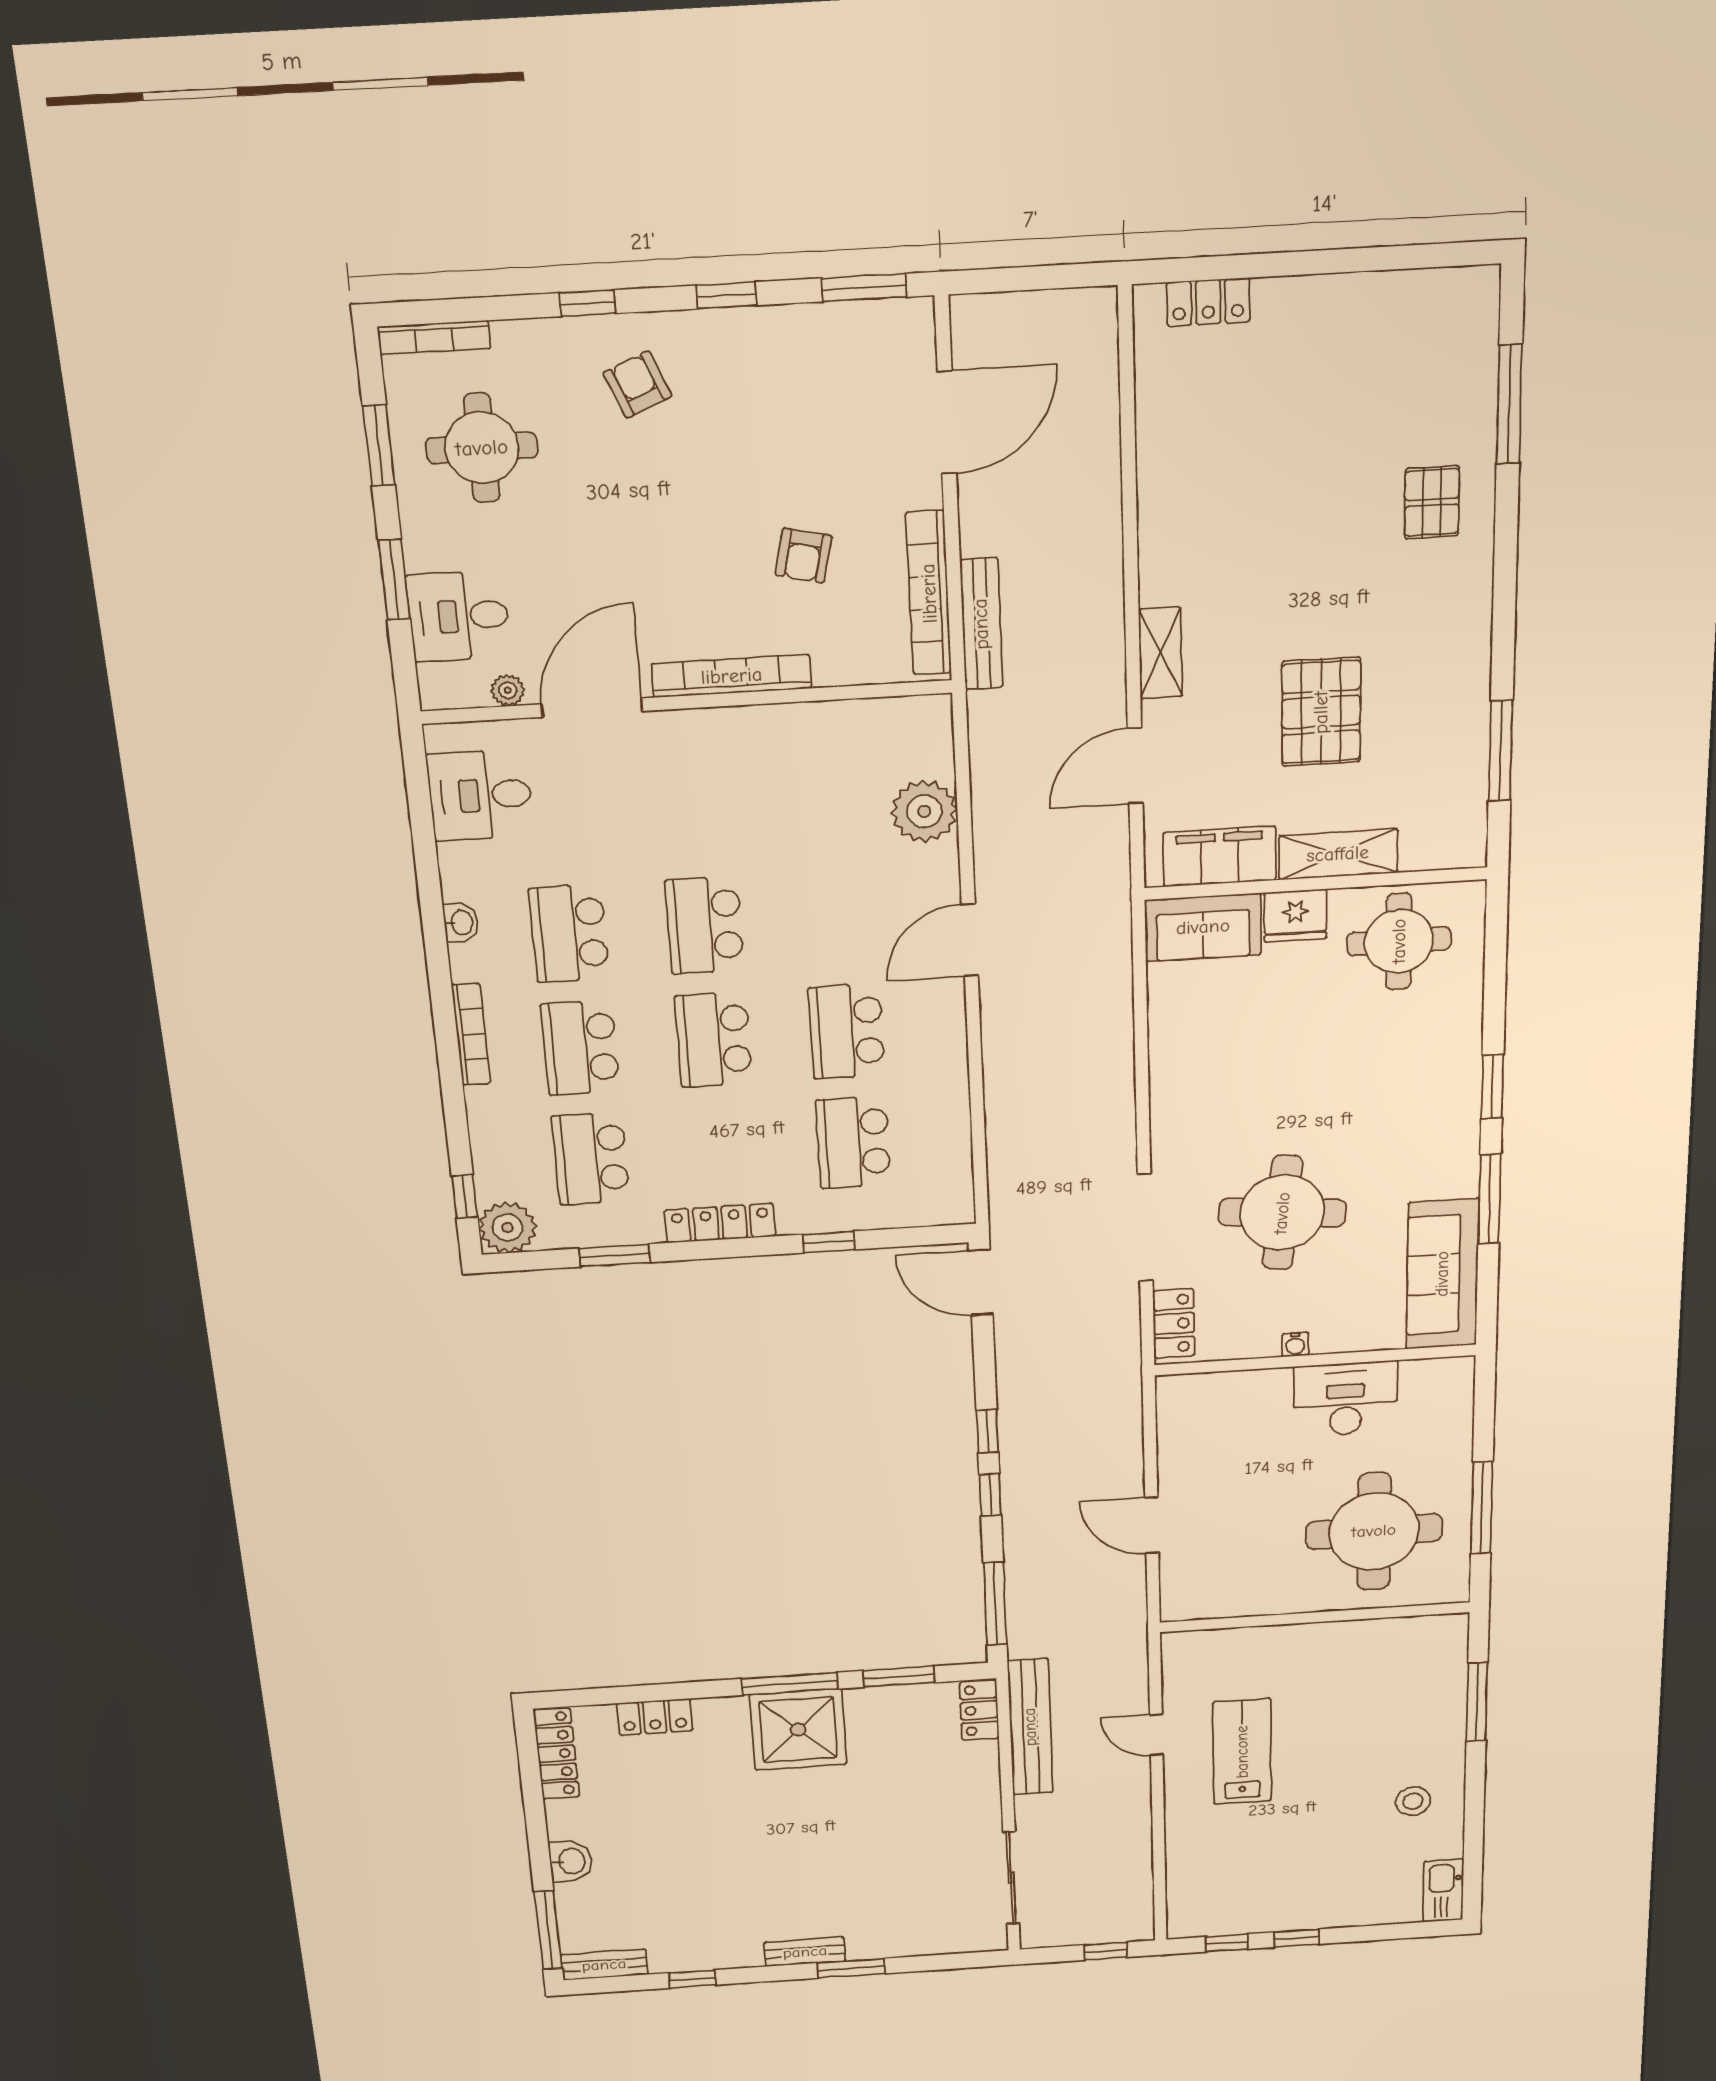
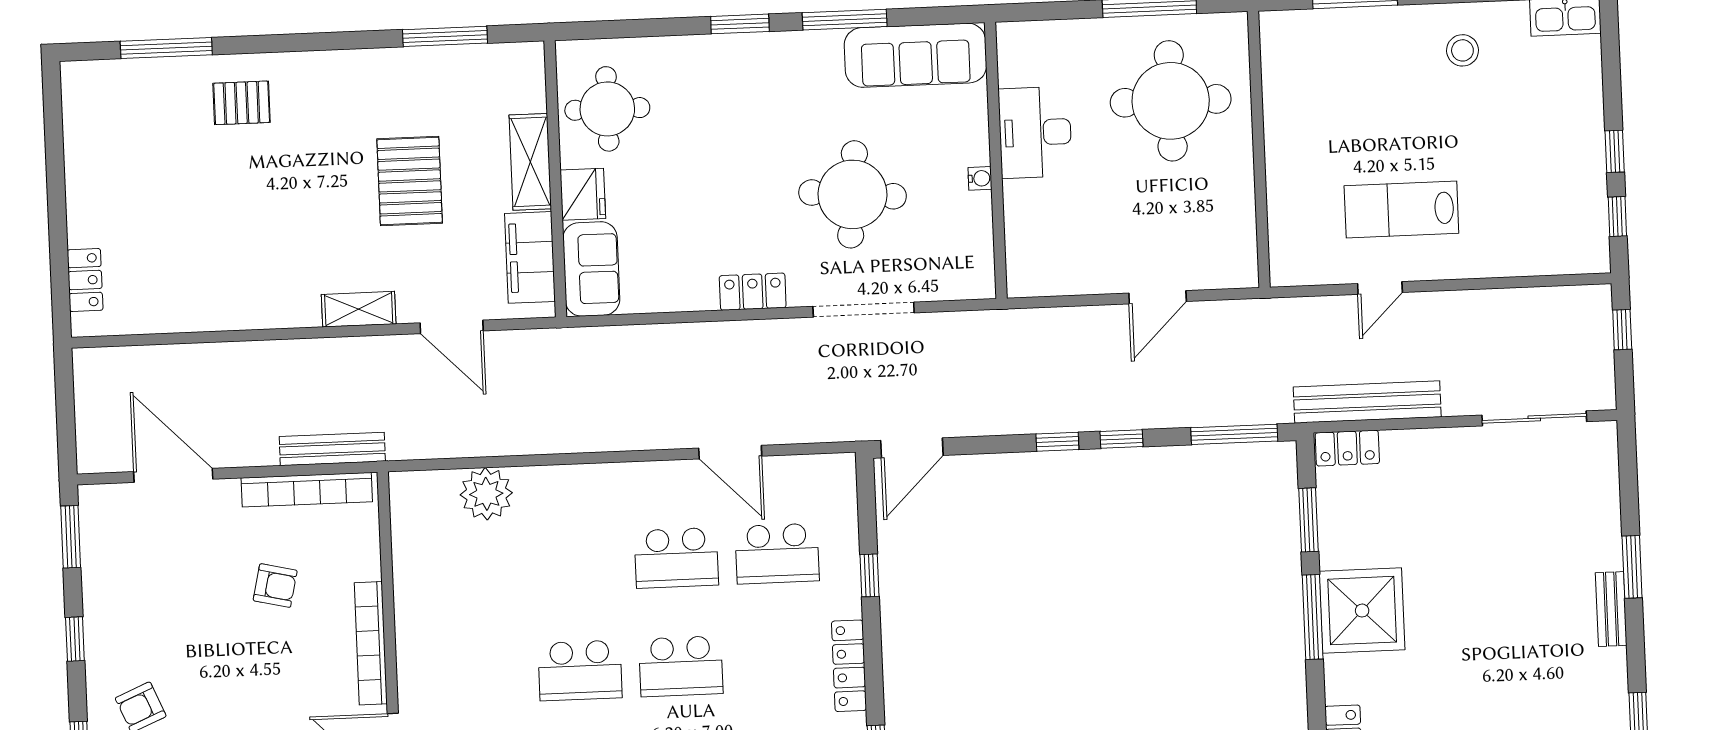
pallet: (1321, 712) -> (410, 181), turned 90
door: (970, 940) -> (730, 452), moved
locker: (1174, 1324) -> (753, 292), moved

